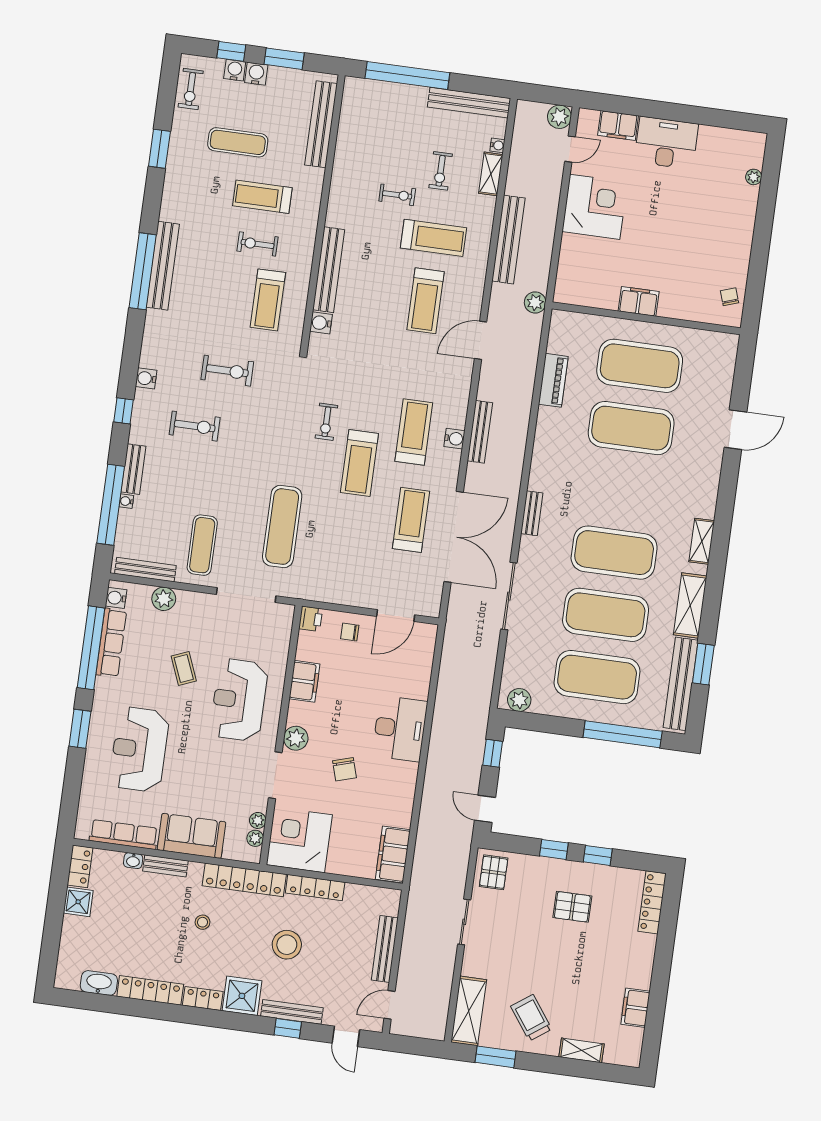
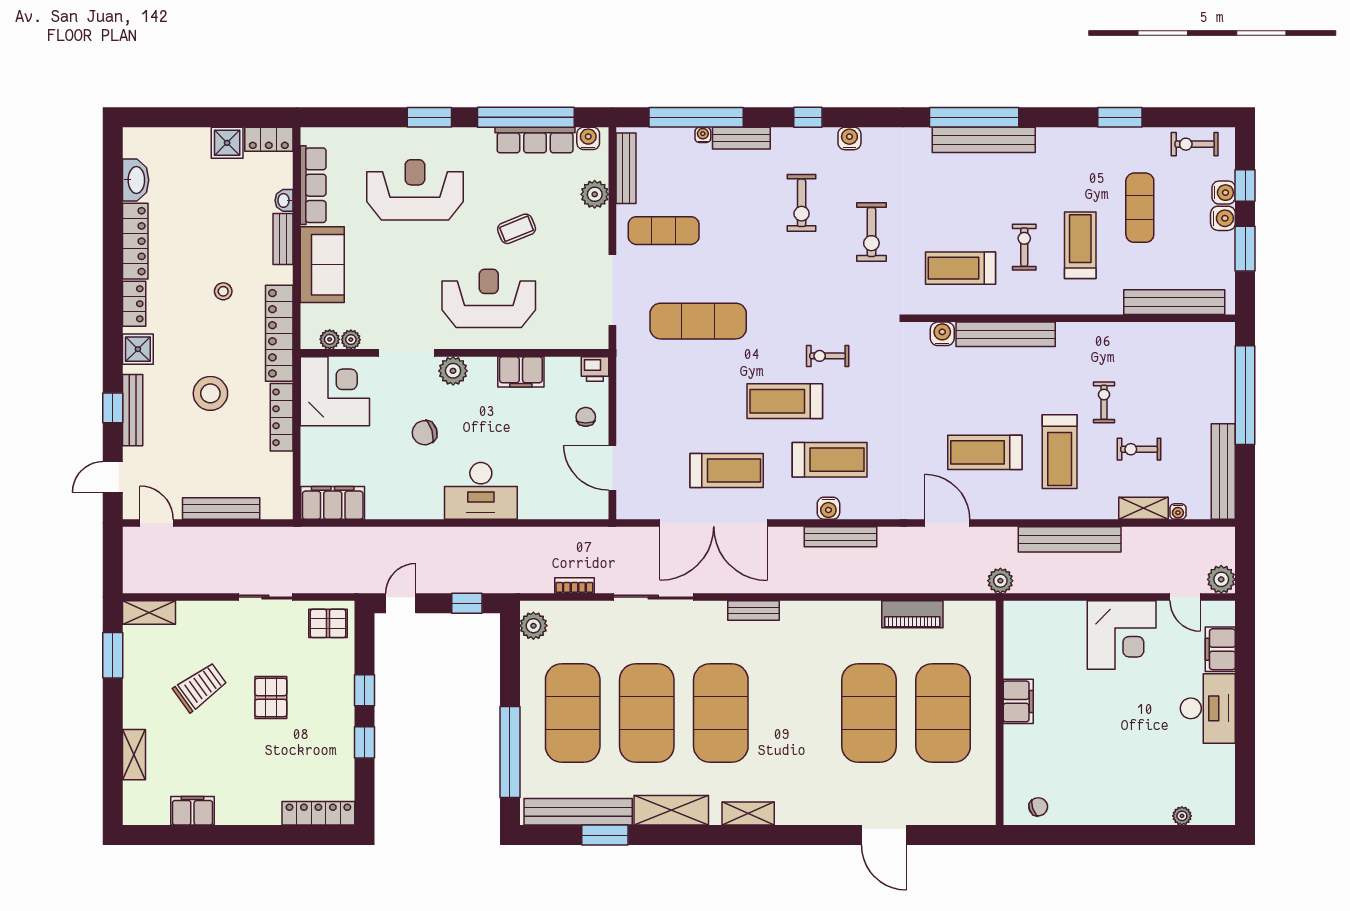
exercise bike: (397, 195) -> (1104, 402), turned 180
bookcase: (490, 661) -> (574, 585), added
pallet: (572, 907) -> (271, 697), moved
shower: (242, 996) -> (138, 349), width x0.73, depth x0.73
shelving: (469, 1011) -> (149, 613), width x0.67, depth x0.75
trolley: (531, 1018) -> (200, 687), moved

